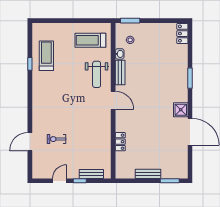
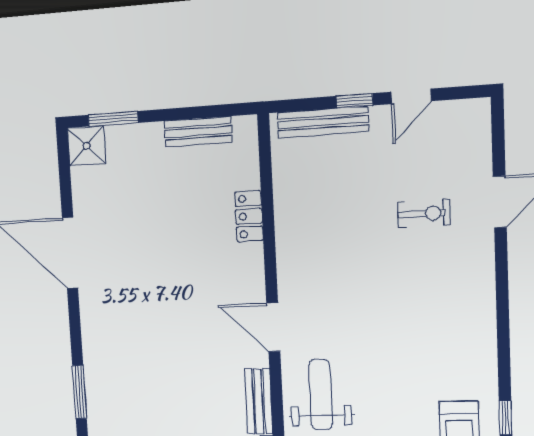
shower: (181, 110) -> (86, 146), moved
bench: (91, 174) -> (323, 122), width x1.36
bench: (148, 174) -> (198, 132), moved

